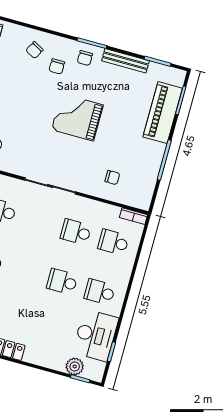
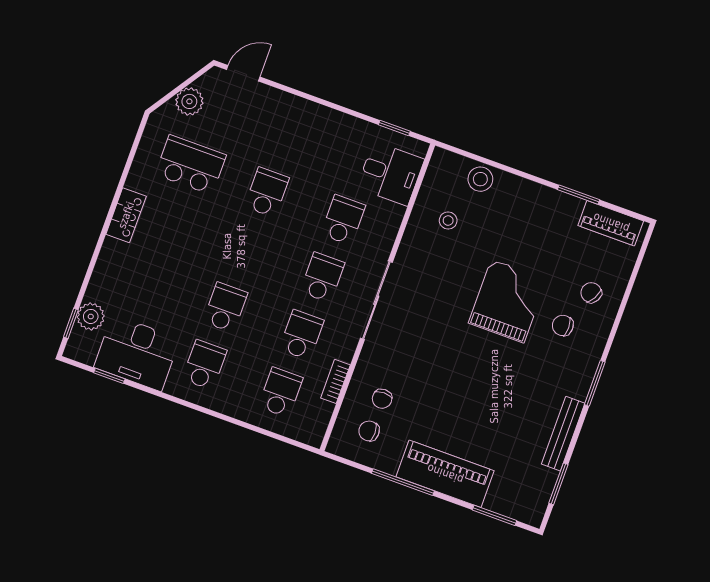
chair: (85, 58) -> (369, 431), moved
piano: (163, 113) -> (445, 474), moved
grand piano: (77, 117) -> (508, 301), moved
bookcase: (133, 216) -> (335, 381), moved
school desk: (38, 221) -> (322, 277), added

